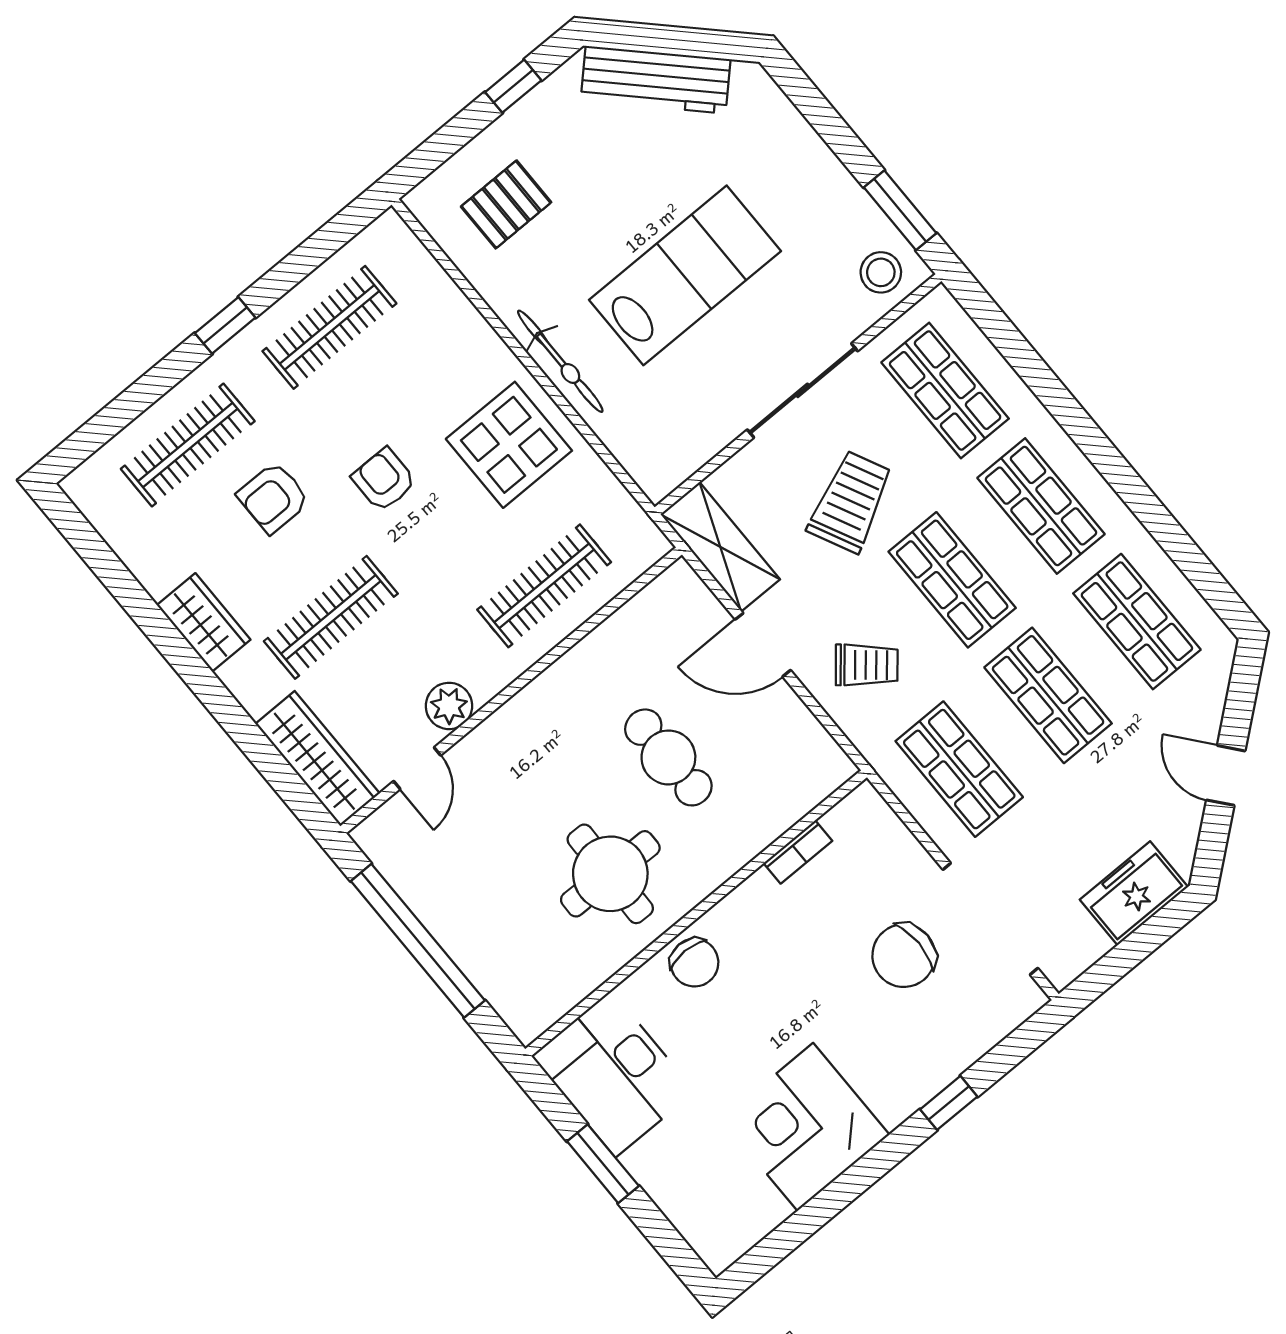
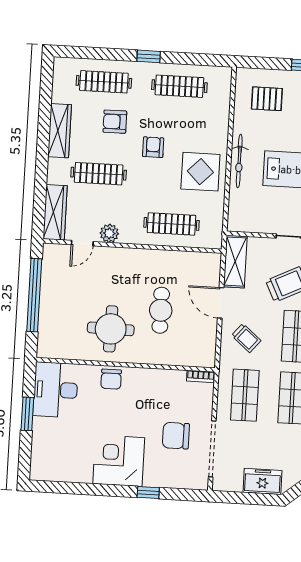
wardrobe: (204, 622) -> (60, 131), width x1.50
bookcase: (798, 852) -> (201, 376), moved
corner desk: (805, 1127) -> (119, 461), moved

